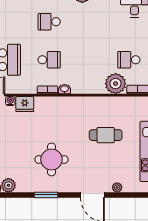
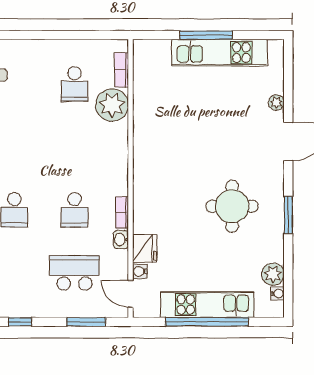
school desk: (49, 60) -> (75, 210), turned 180
washbasin: (64, 89) -> (121, 239), moved
cafe table: (106, 135) -> (193, 121), removed

